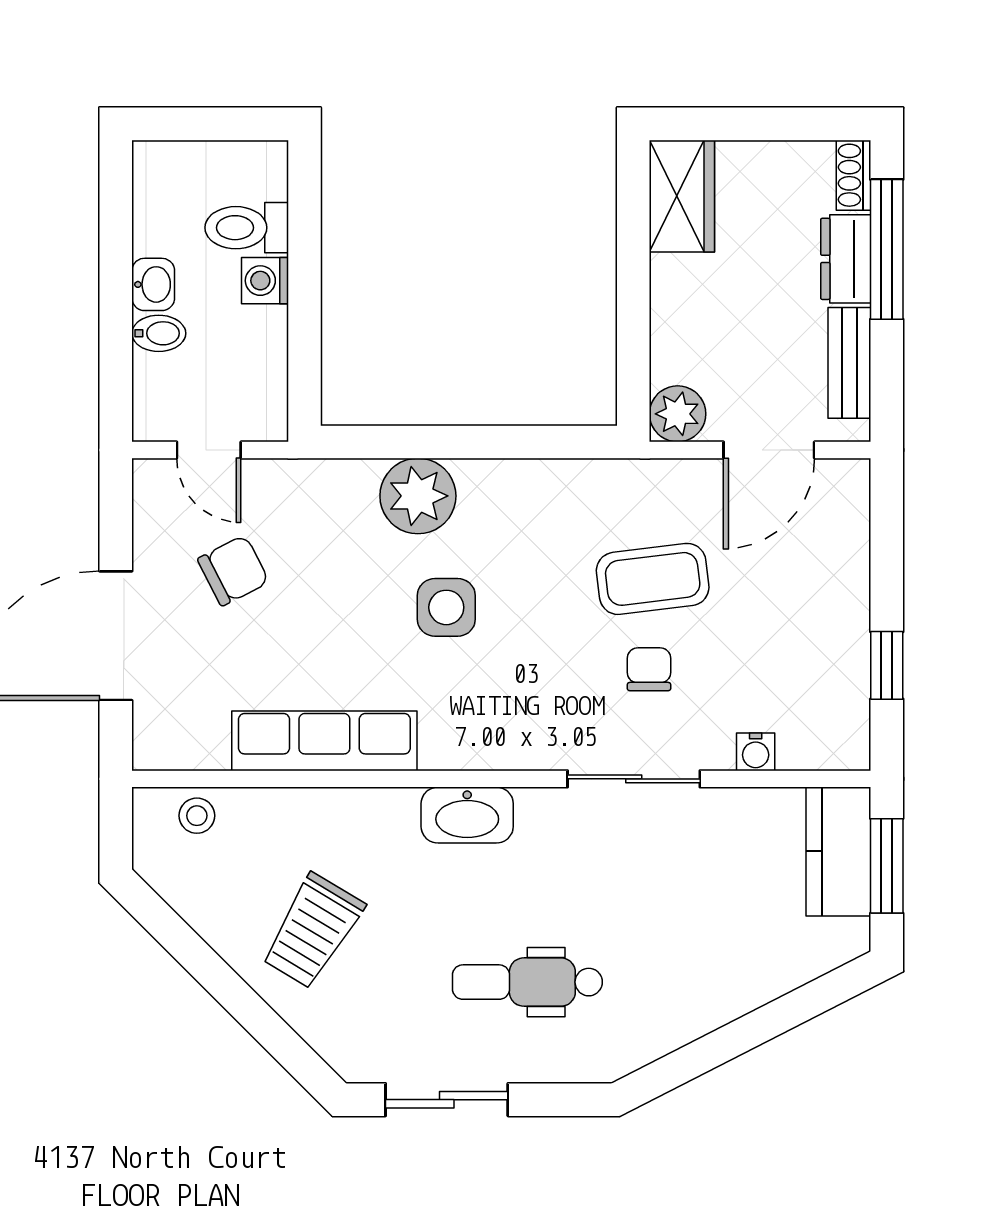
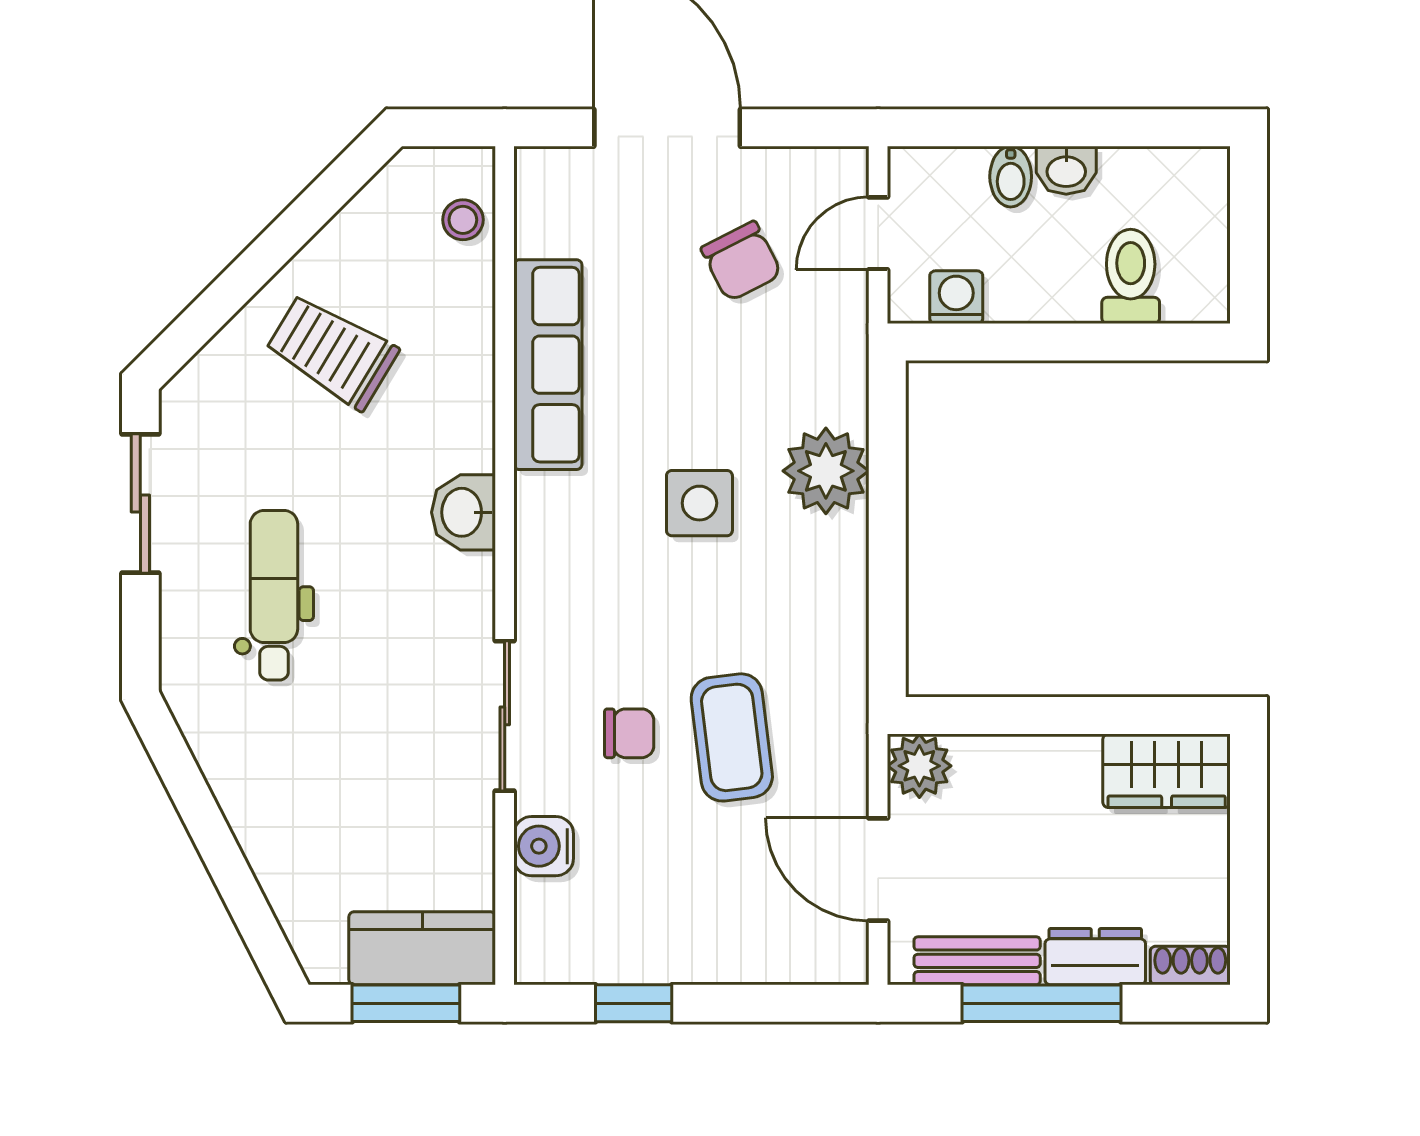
window: (887, 249) -> (1041, 1003), moved
washing machine: (265, 281) -> (956, 297), moved
water cooler: (756, 752) -> (544, 846), width x1.38, depth x1.38
washbasin: (467, 815) -> (464, 512), width x0.72

